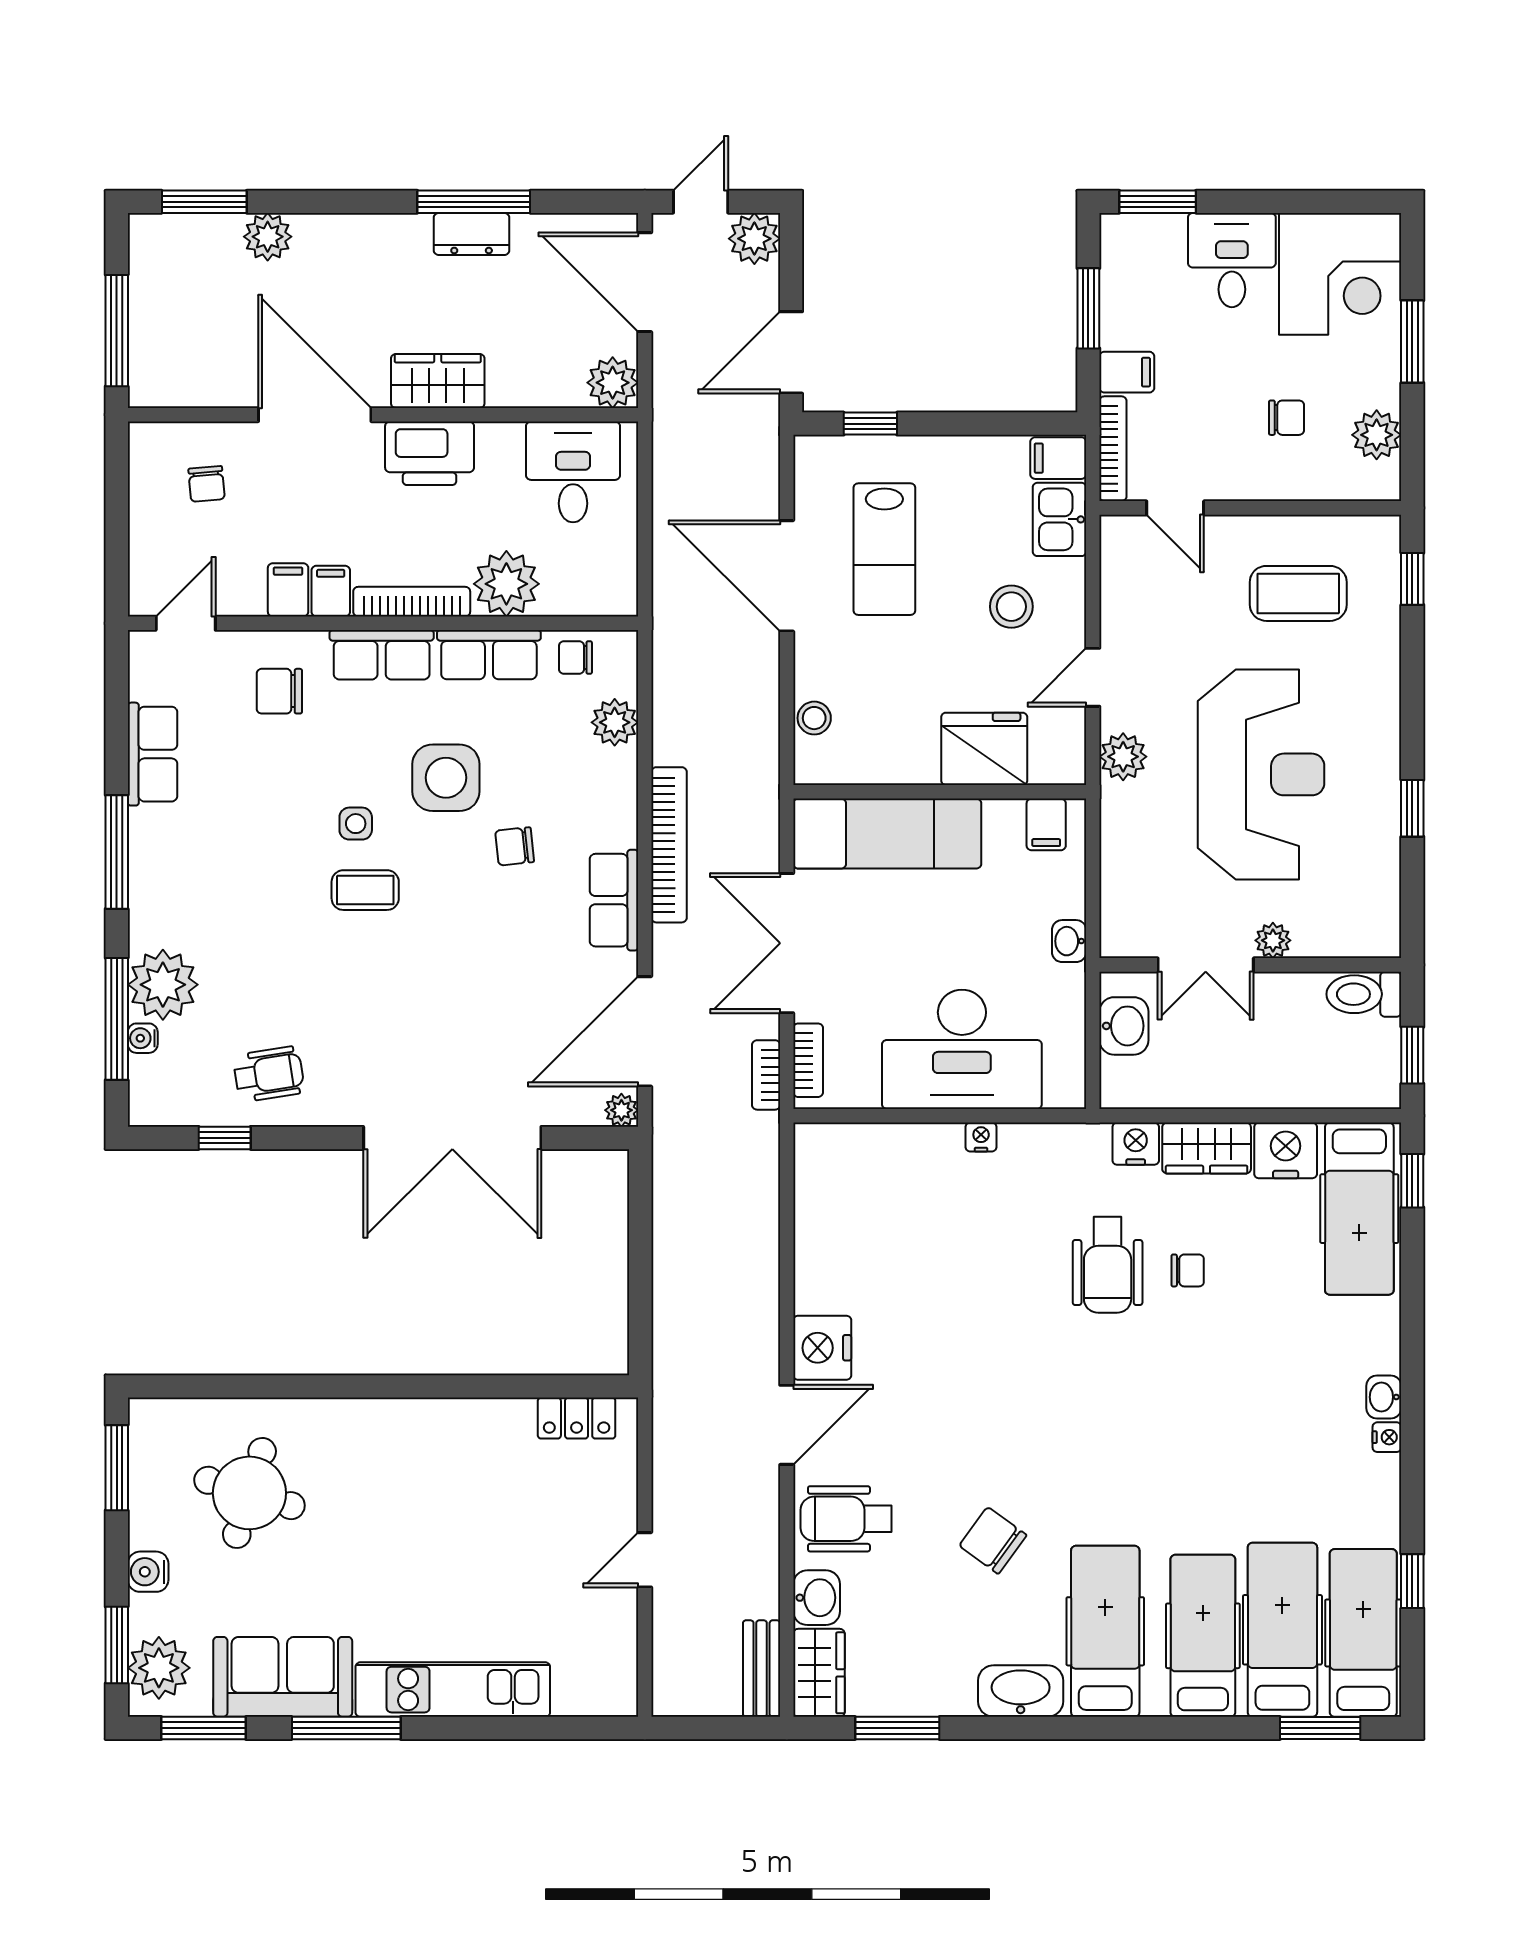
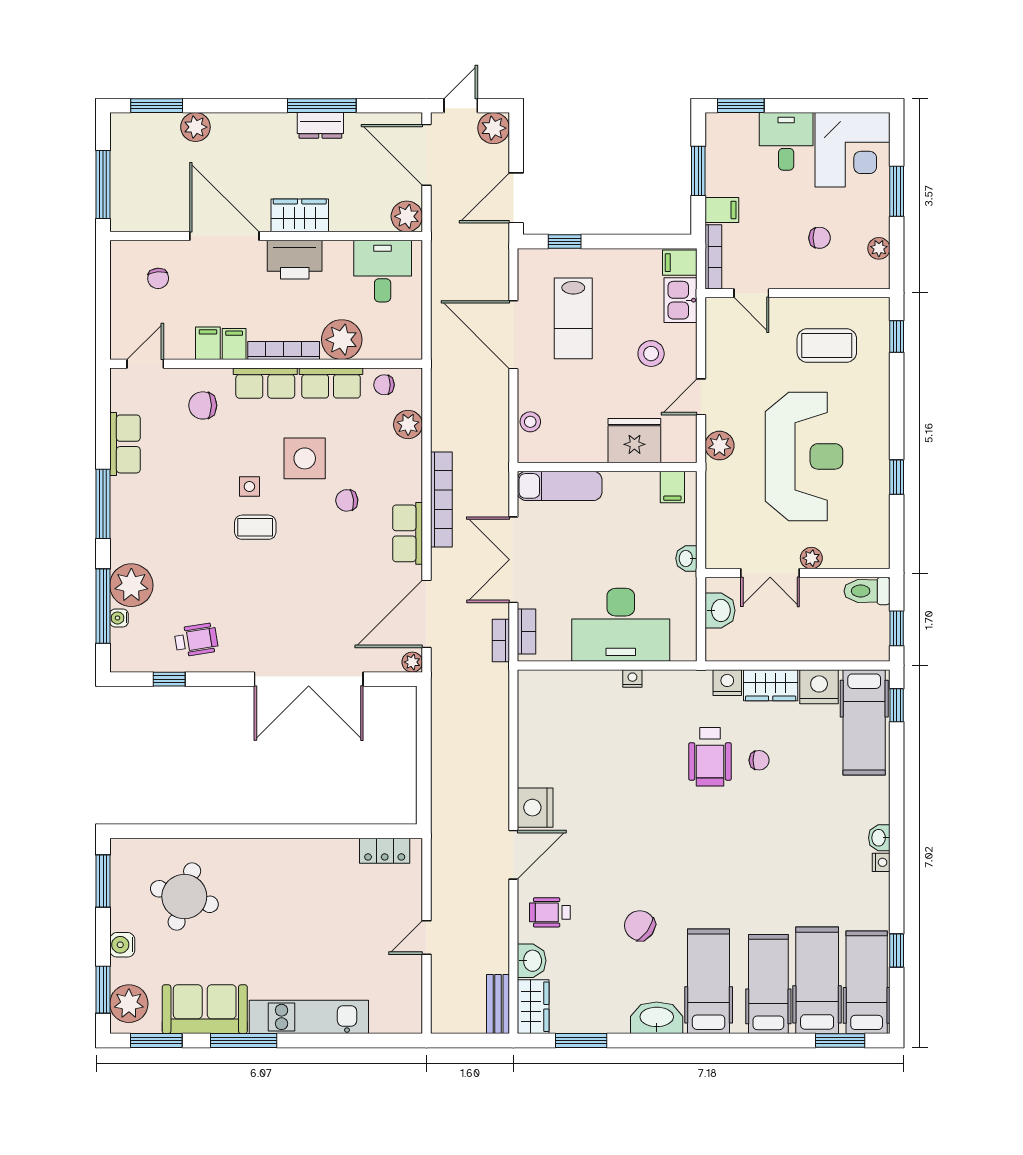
plant: (1377, 435) -> (879, 248), width x0.73, depth x0.73
exam couch: (887, 834) -> (560, 486), width x0.73, depth x0.69
wheelchair: (846, 1519) -> (550, 912), width x0.73, depth x0.73

